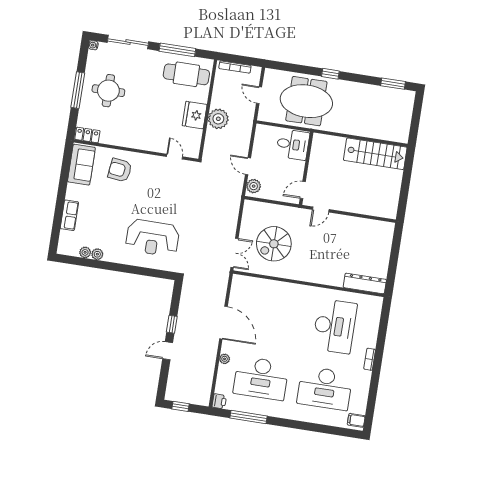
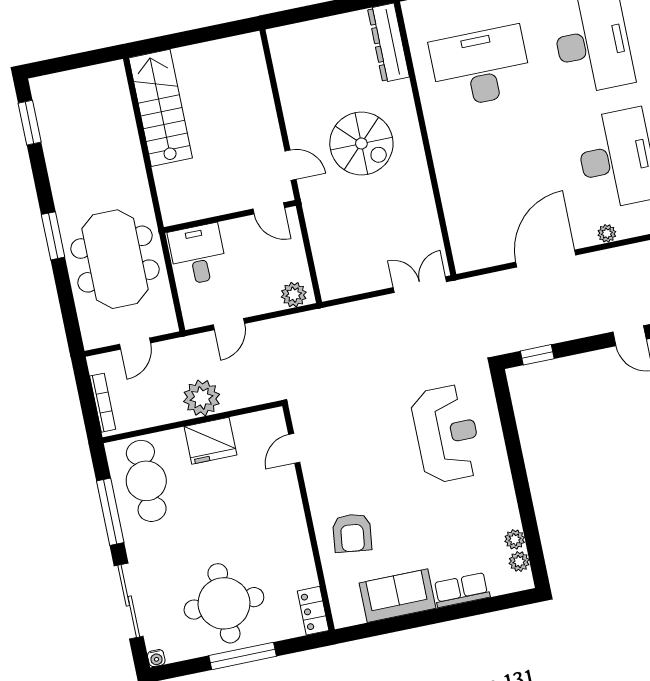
window: (330, 74) -> (53, 236), width x1.50
round table: (108, 91) -> (224, 603), width x1.36, depth x1.36
sofa: (81, 165) -> (398, 596), moved
door: (248, 166) -> (229, 324), moved
spiral stairs: (274, 244) -> (361, 144), moved
plant: (97, 254) -> (519, 562), moved
window: (172, 324) -> (537, 355), moved

